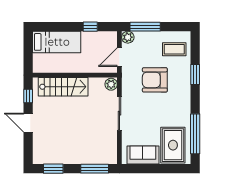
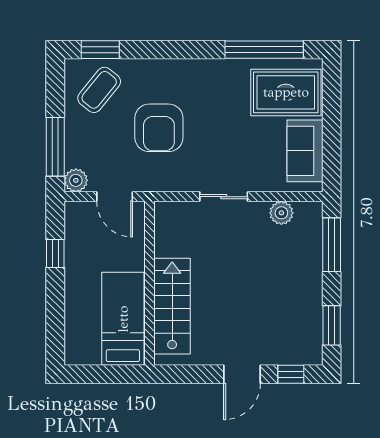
bed: (57, 42) -> (123, 319), moved
coffee table: (174, 49) -> (99, 90), turned 39
window: (195, 74) -> (100, 50), moved
plant: (111, 84) -> (281, 213), moved
window: (28, 96) -> (291, 374), moved
sliding door: (119, 113) -> (224, 197), width x0.73

